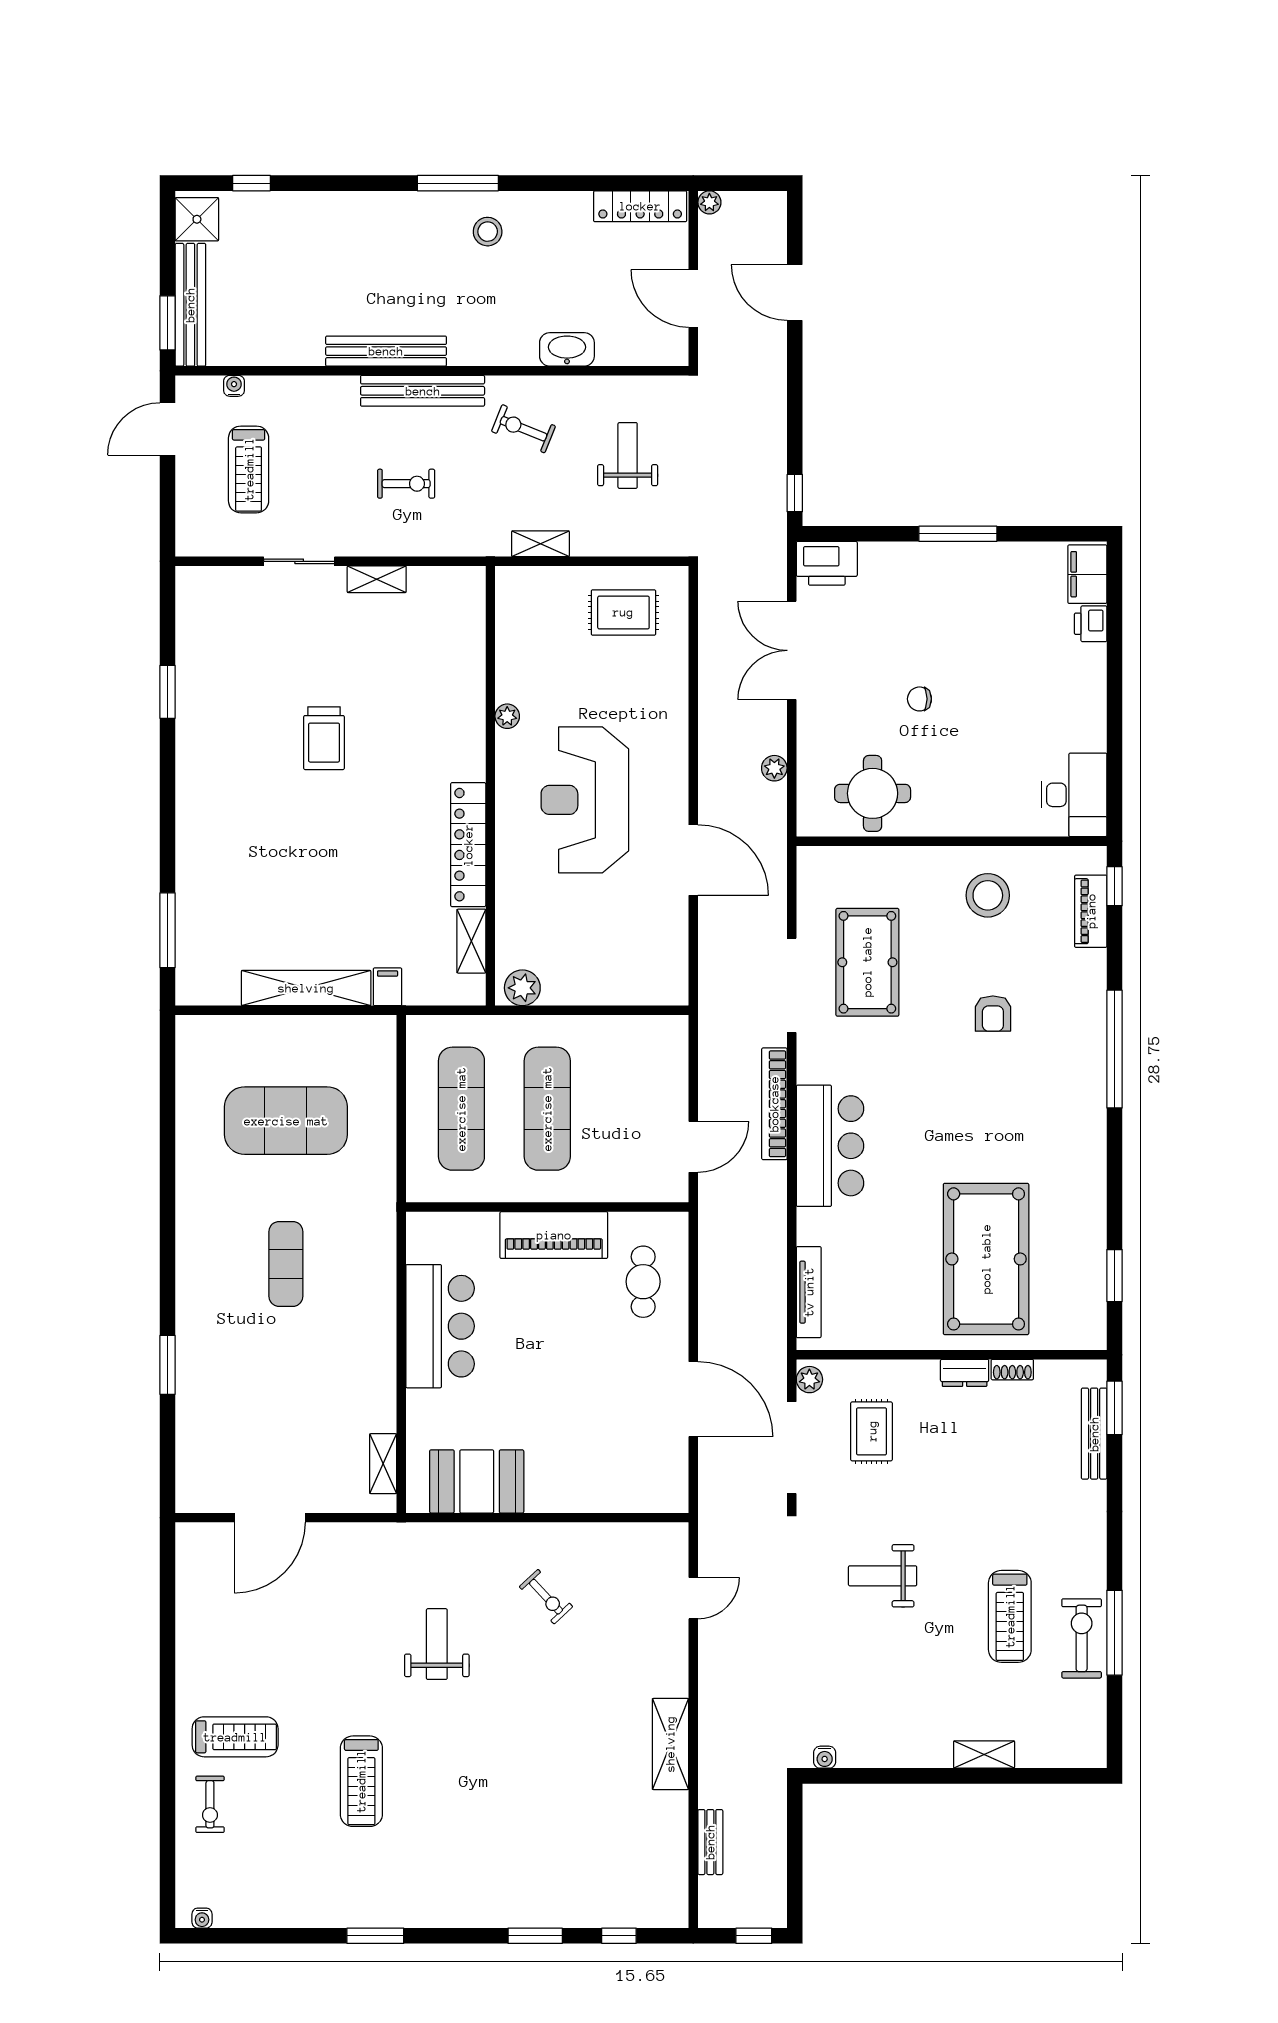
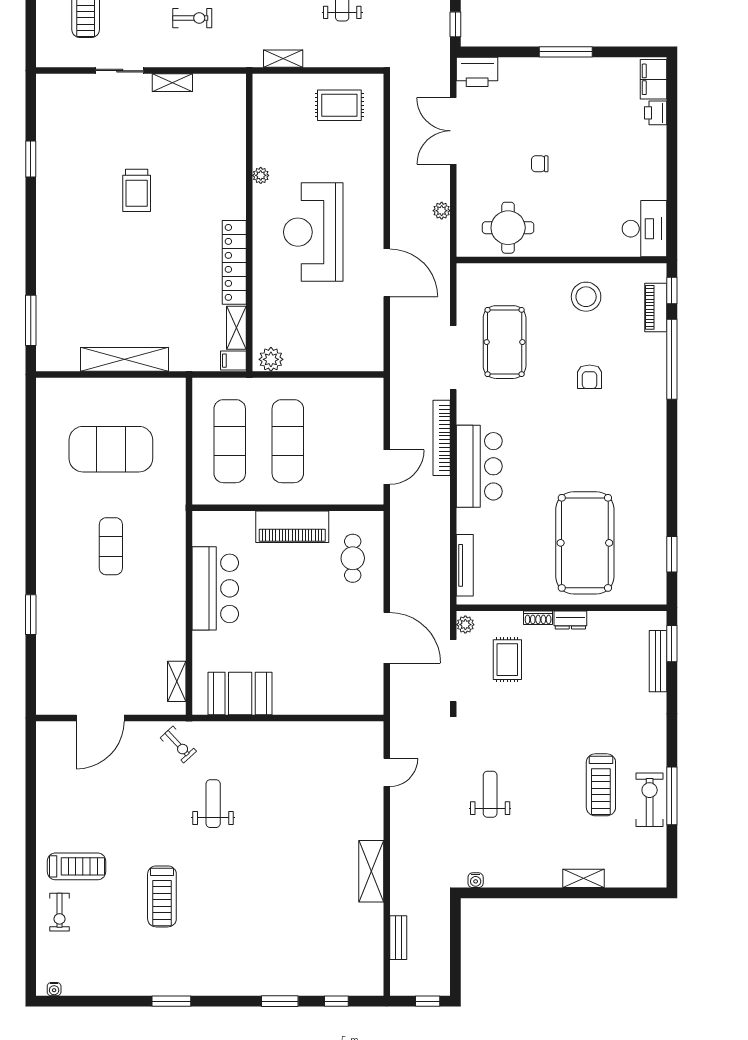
filing cabinet: (388, 987) -> (233, 361), moved, turned -90
window: (1115, 1049) -> (672, 359), moved
shoe rack: (1012, 1370) -> (538, 618), moved
weight bench: (883, 1576) -> (490, 794), moved, turned 90
exercise bike: (546, 1597) -> (178, 745), moved

